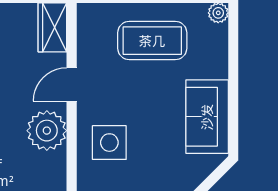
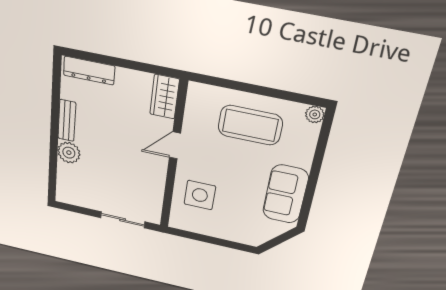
plant: (47, 131) -> (150, 175), removed

